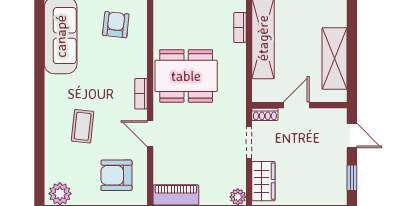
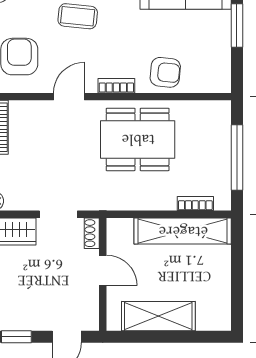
armchair: (116, 25) -> (165, 72), moved
dining table: (186, 76) -> (138, 139), turned 90

